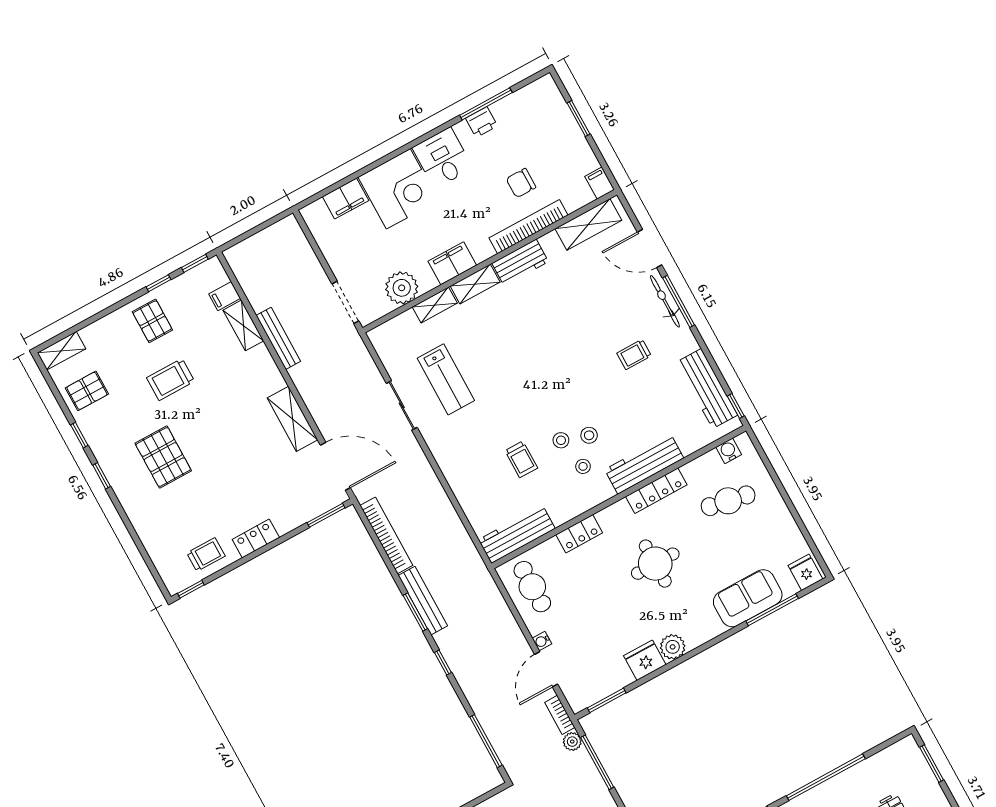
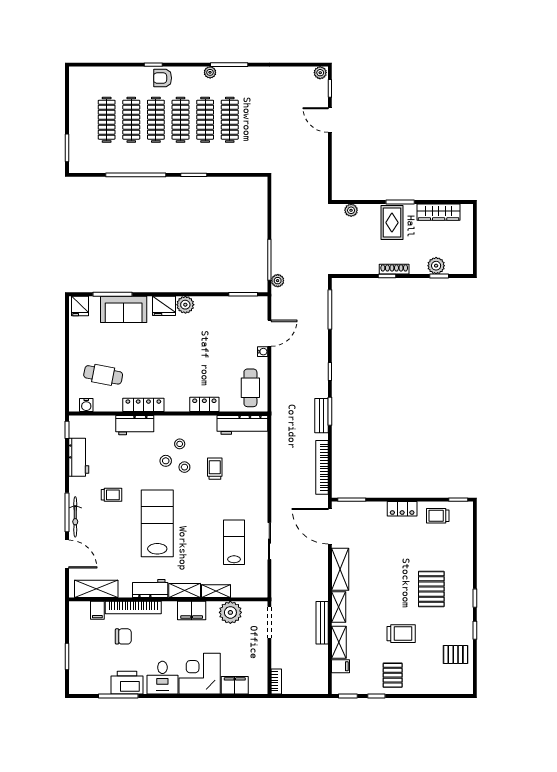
printer: (481, 122) -> (127, 683), width x1.87, depth x1.48
filing cabinet: (600, 183) -> (97, 610), moved
lab bench: (556, 350) -> (157, 523), added
shelving: (61, 351) -> (339, 607), moved, turned 90
workbench: (707, 389) -> (79, 457), width x0.73
workbench: (644, 464) -> (135, 425), width x0.73
round table: (655, 564) -> (168, 361), removed
bench: (423, 601) -> (321, 416), width x0.73
fridge: (645, 660) -> (164, 306), moved
bookcase: (560, 715) -> (276, 681), moved

